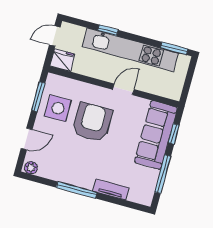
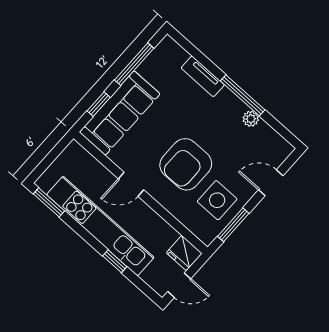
plant: (31, 168) -> (251, 119), moved

